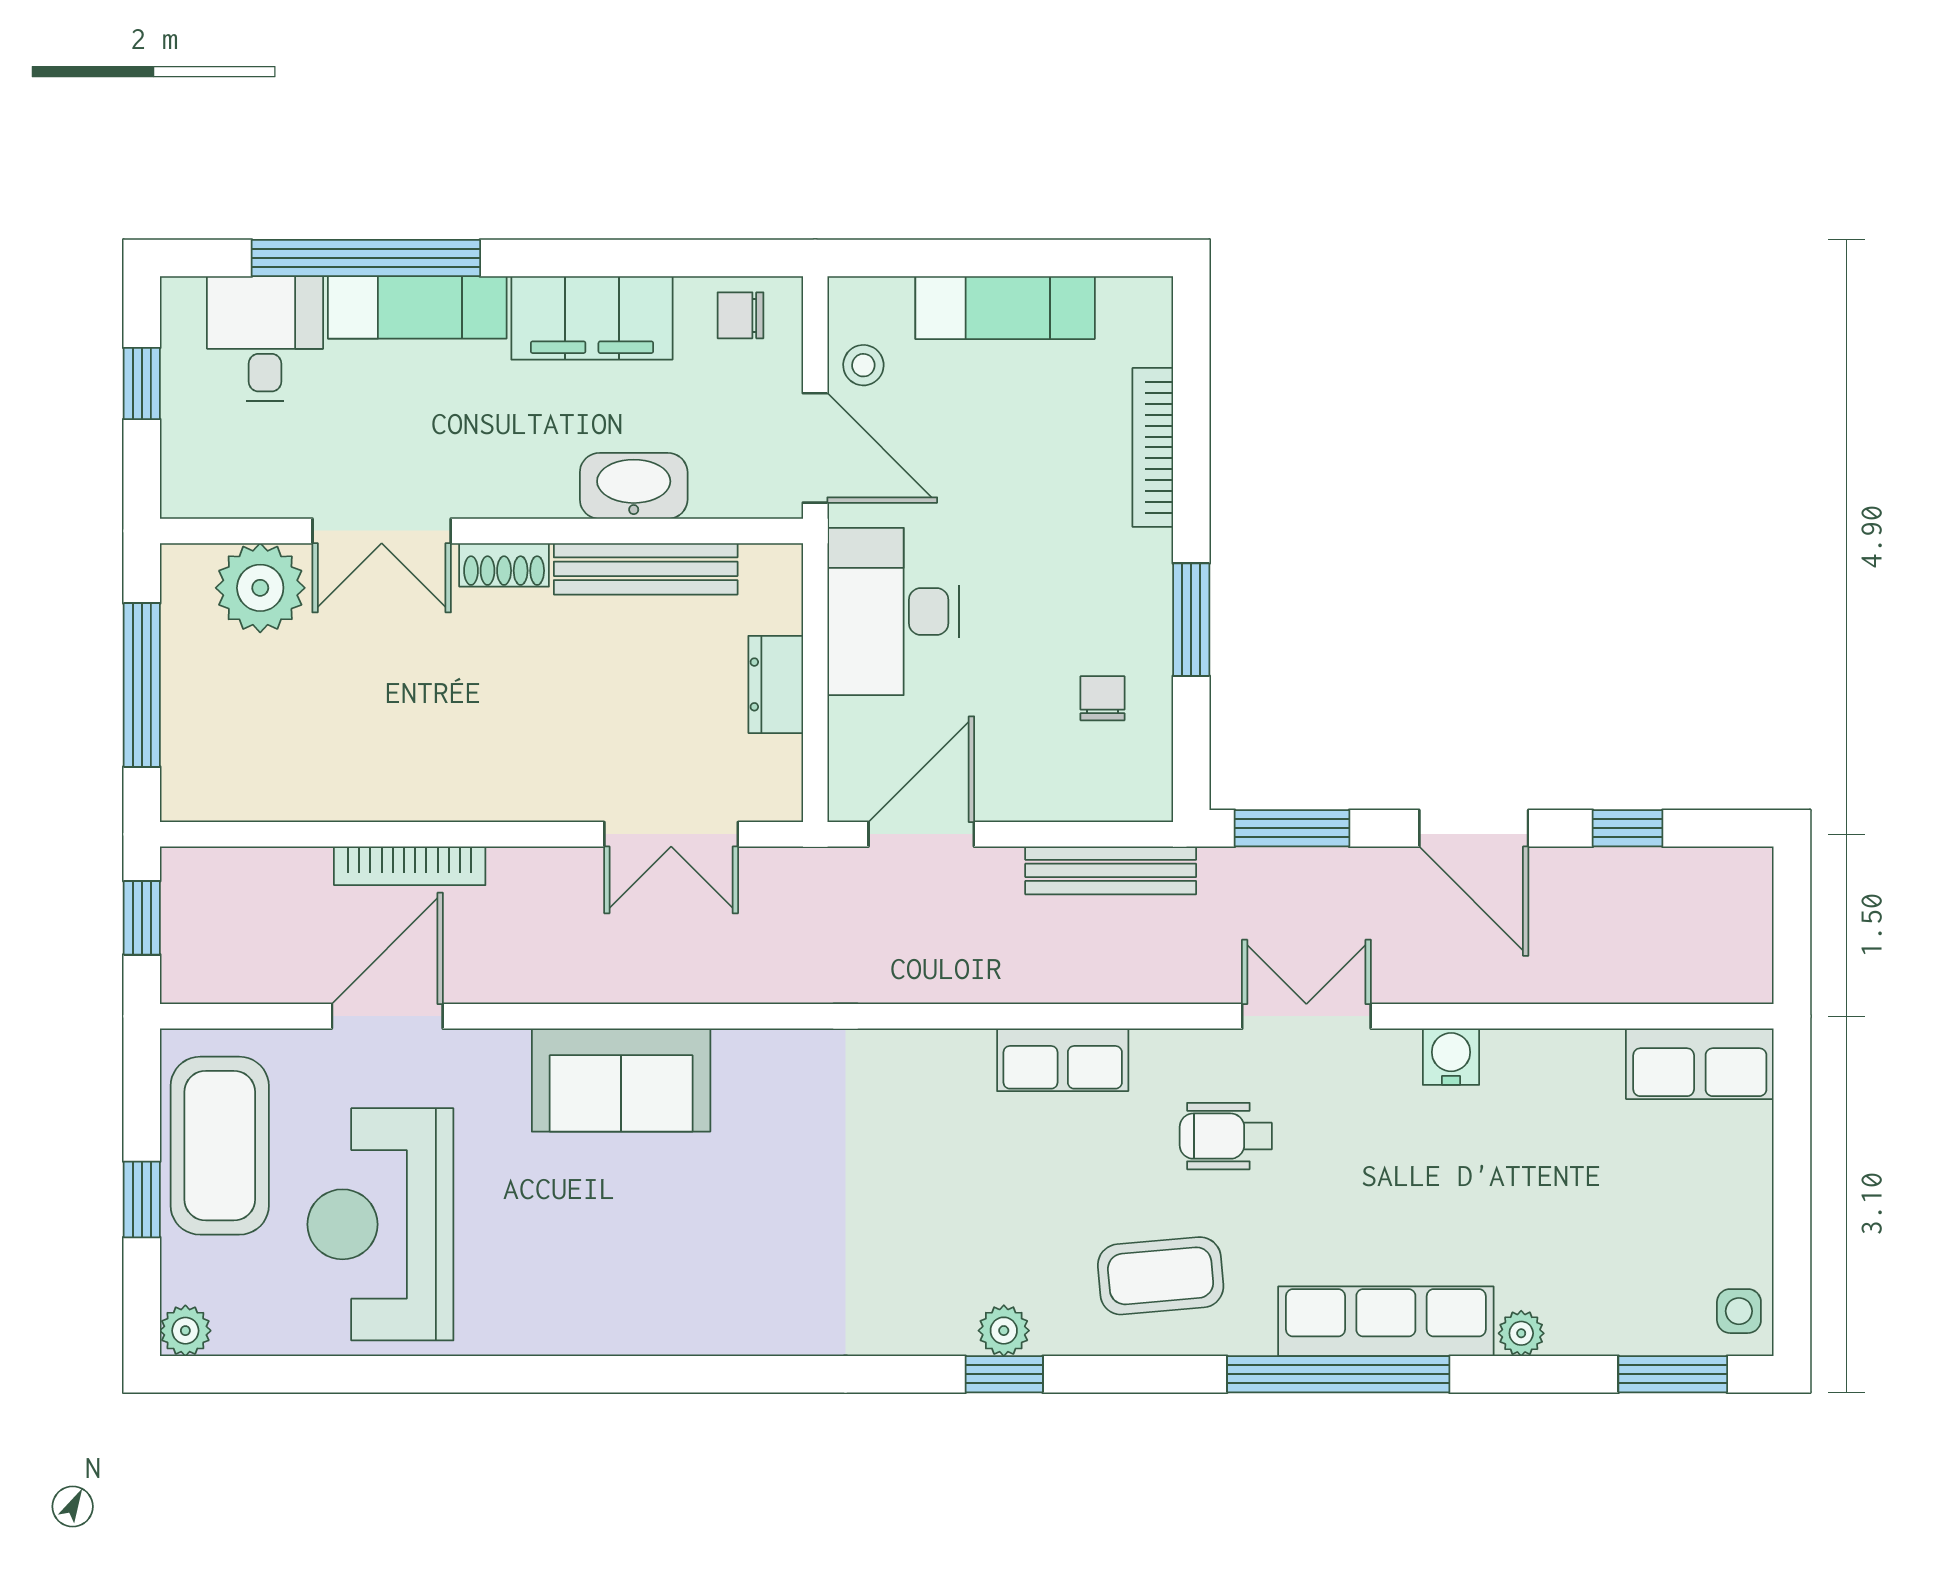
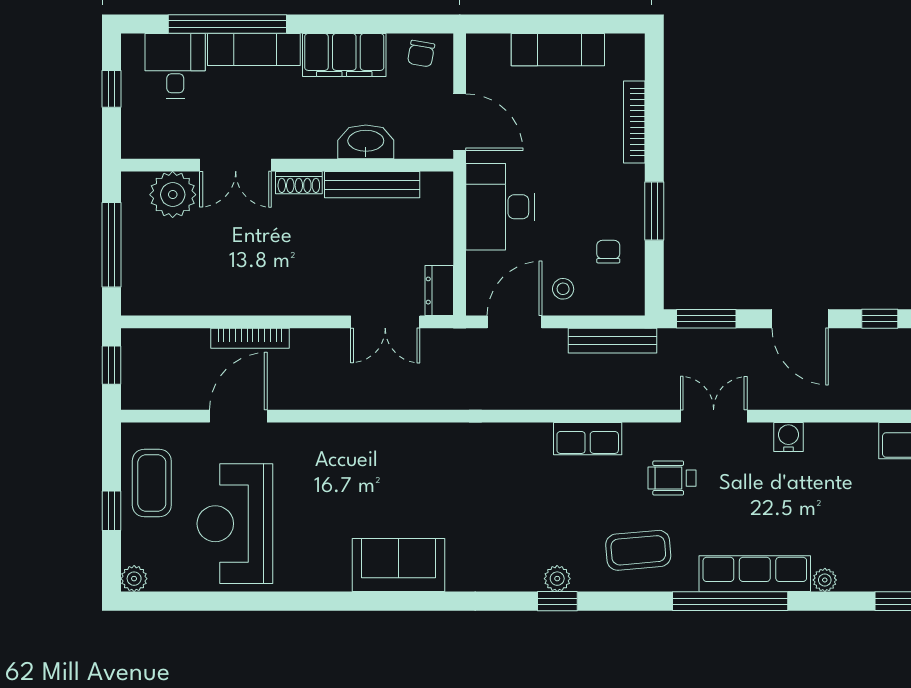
chair: (741, 315) -> (421, 54), turned -80
stool: (863, 365) -> (563, 289), moved
dresser: (776, 684) -> (439, 291), moved
sofa: (621, 1080) -> (398, 565), moved, turned 180
coffee table: (220, 1146) -> (152, 483), width x0.73, depth x0.76

